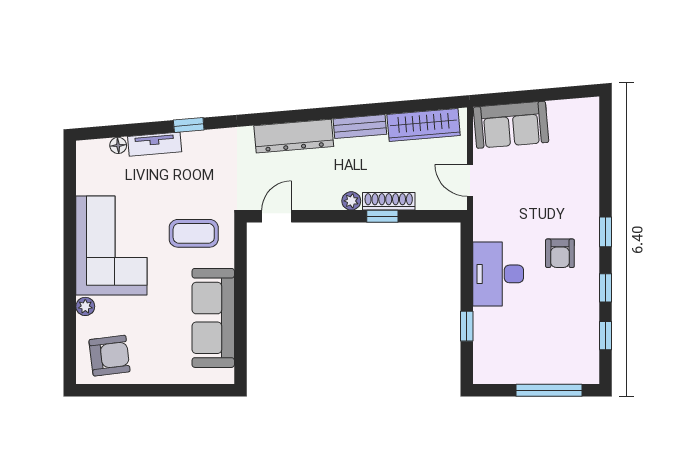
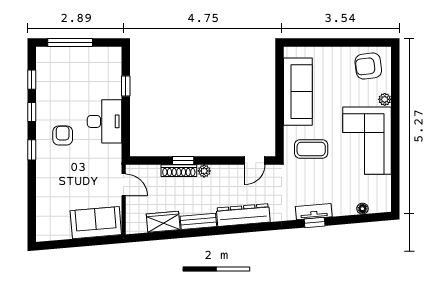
wardrobe: (424, 125) -> (163, 222), width x0.67
tv unit: (155, 144) -> (314, 212), moved

